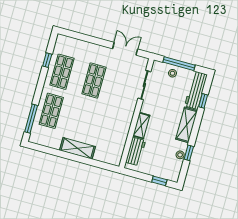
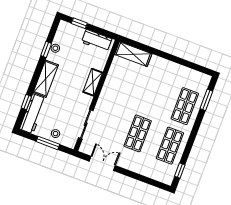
double door: (125, 49) -> (102, 163), swing flipped
window: (47, 60) -> (180, 171), moved
window: (179, 64) -> (48, 143), width x0.69
window: (31, 119) -> (206, 100), width x0.69
shelving: (77, 148) -> (133, 54), moved
workbench: (136, 151) -> (97, 41), moved, turned -90

